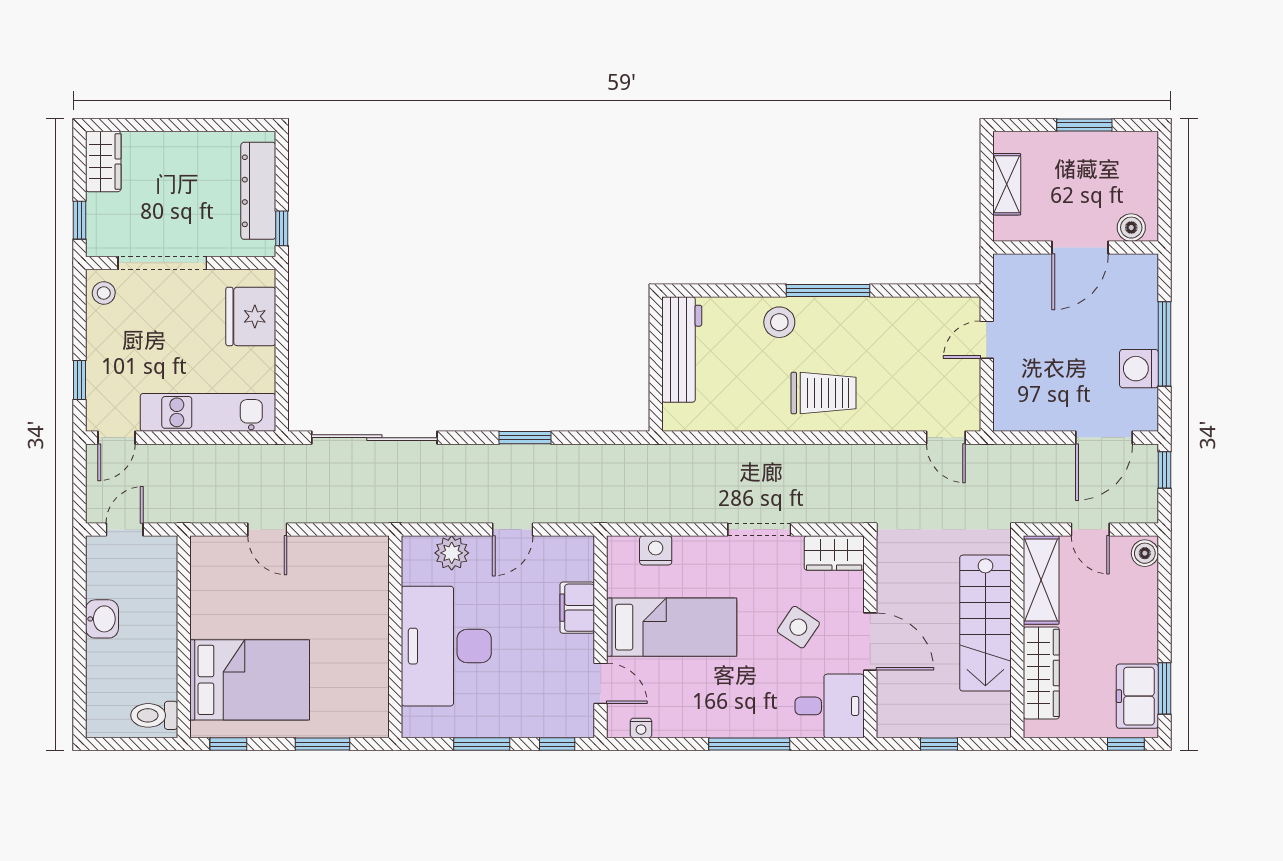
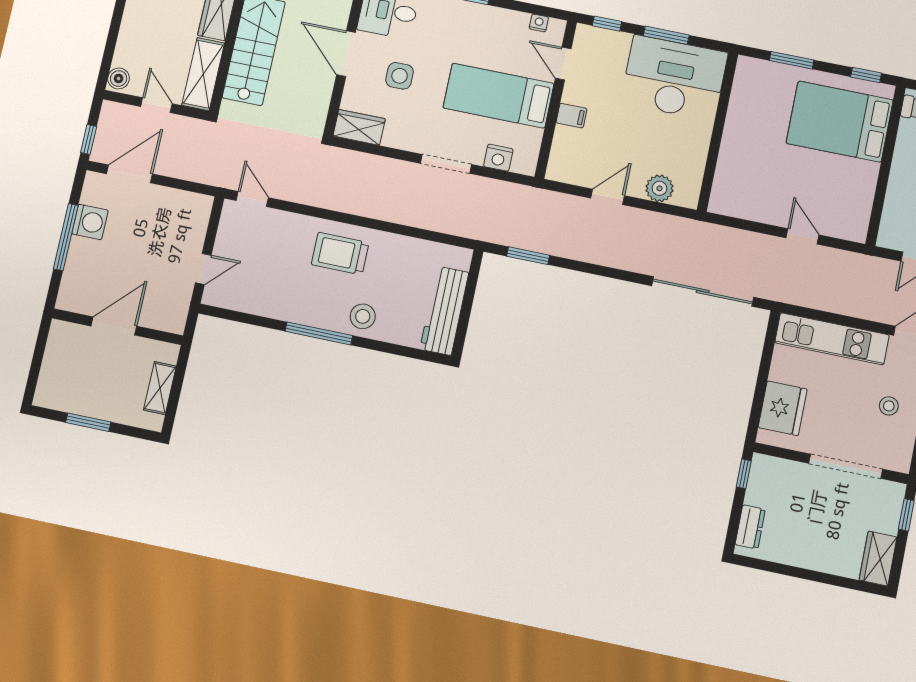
dresser: (258, 191) -> (750, 527), width x0.51, depth x0.80
boiler: (1131, 228) -> (70, 333), removed
stool: (104, 293) -> (889, 406), moved
window: (525, 438) -> (528, 256), moved
doorway: (759, 530) -> (446, 164), moved
filing cabinet: (577, 608) -> (571, 116), width x0.50
side table: (798, 627) -> (400, 76), turned -34
desk: (446, 646) -> (674, 78), moved, turned -90

